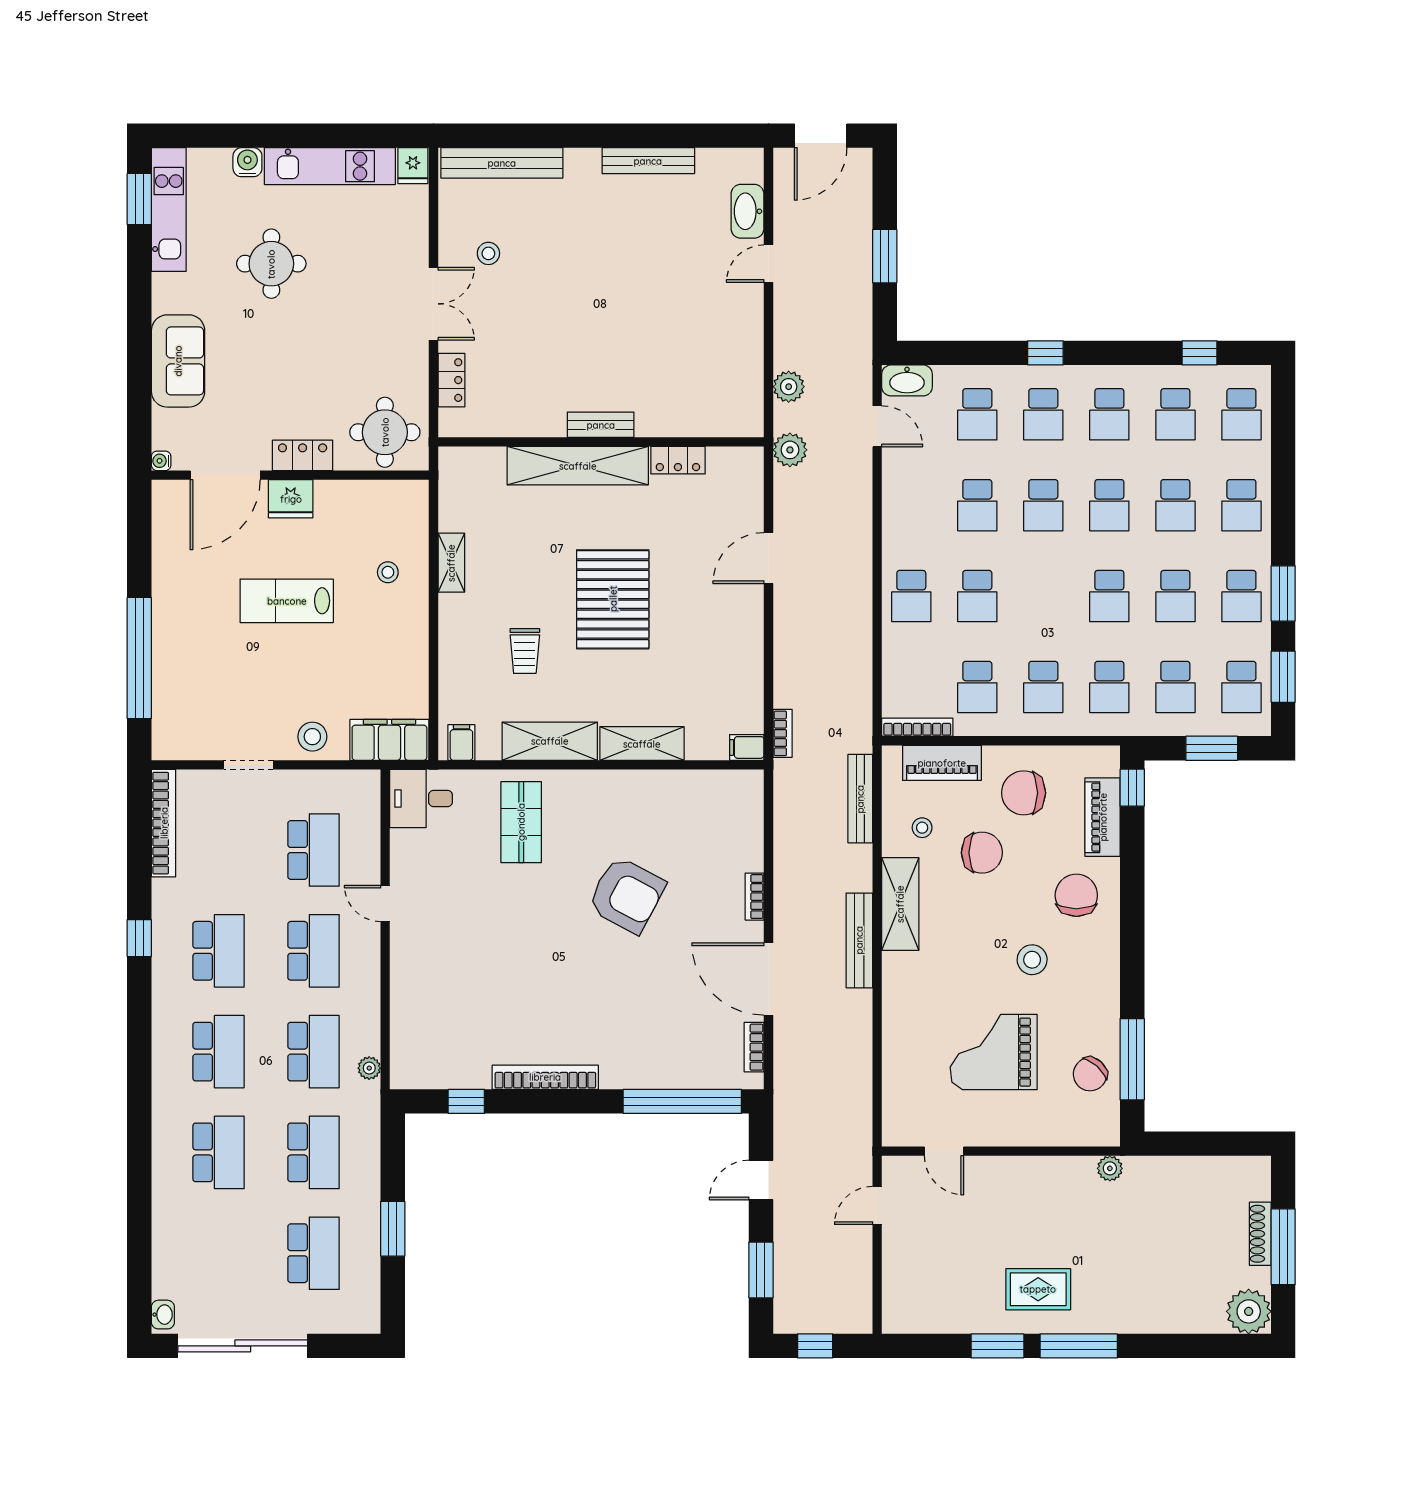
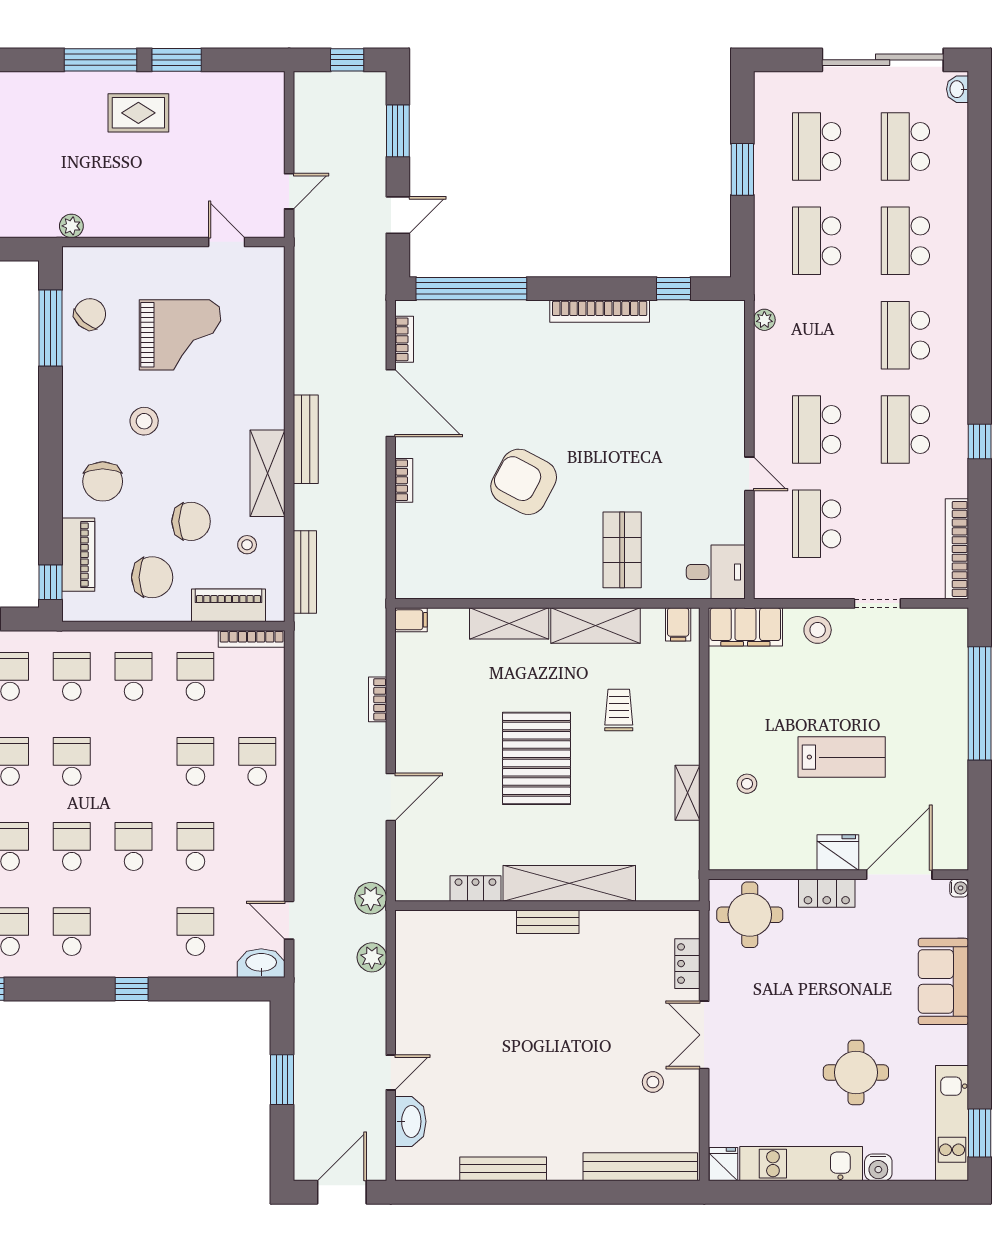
school desk: (1043, 414) -> (134, 932), removed
bookcase: (783, 733) -> (378, 699), moved
chair: (982, 853) -> (191, 521), turned 180
school desk: (313, 1052) -> (905, 147), moved

